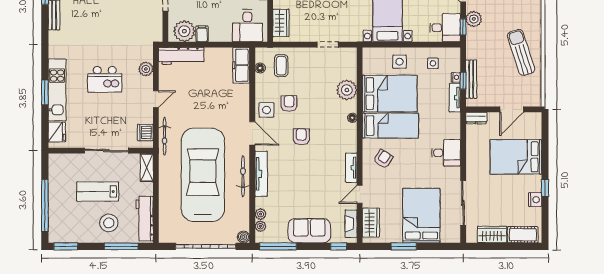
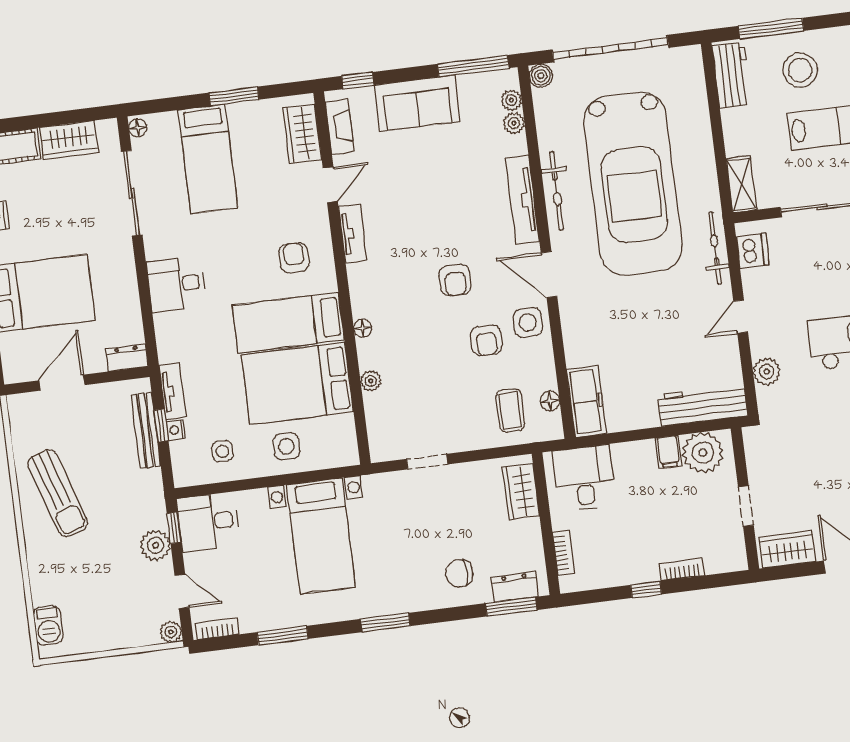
plant: (347, 90) -> (371, 381), width x0.53, depth x0.53
armchair: (383, 159) -> (294, 258), turned 148
bed: (421, 216) -> (208, 159), width x0.67
workbench: (145, 219) -> (732, 75), width x0.73
floor lamp: (456, 236) -> (138, 128), added

